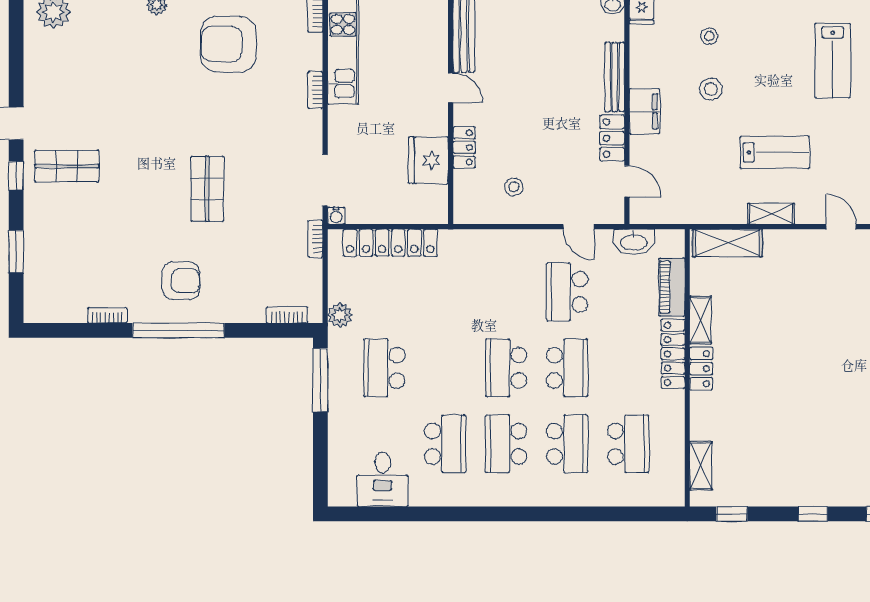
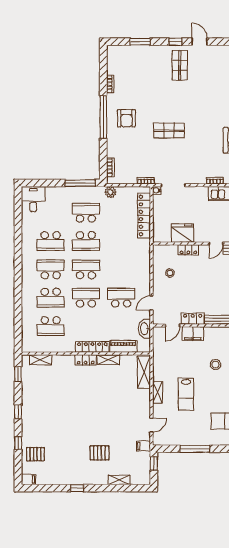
filing cabinet: (644, 111) -> (193, 334), moved
school desk: (445, 368) -> (86, 241), added
school desk: (567, 368) -> (86, 298), turned 180
desk: (383, 479) -> (33, 199), moved, turned 90

